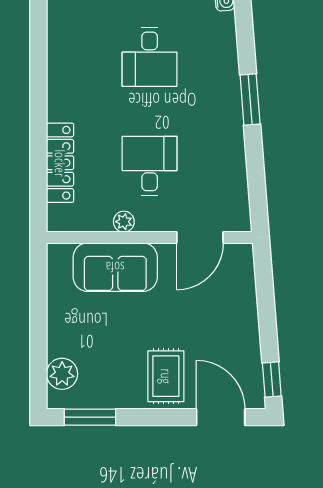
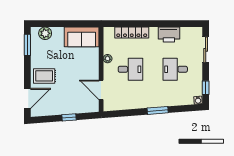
printer: (65, 72) -> (169, 35), added
sofa: (115, 267) -> (82, 37), moved, turned -90
window: (272, 379) -> (69, 117), moved

